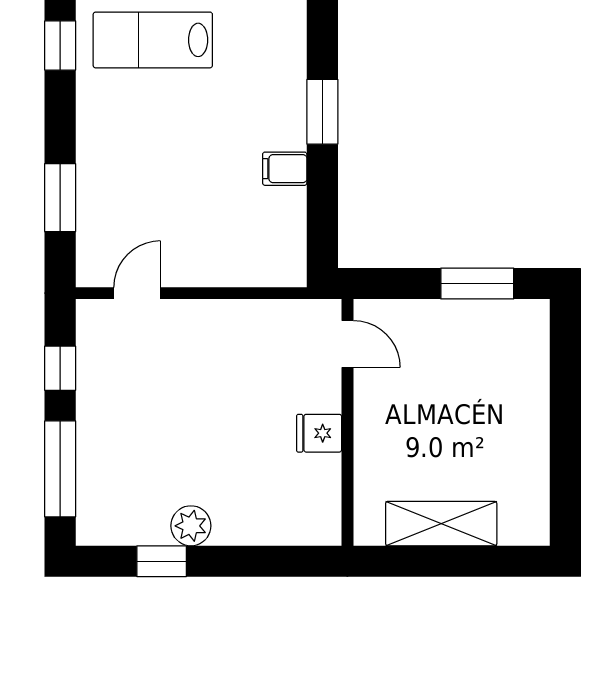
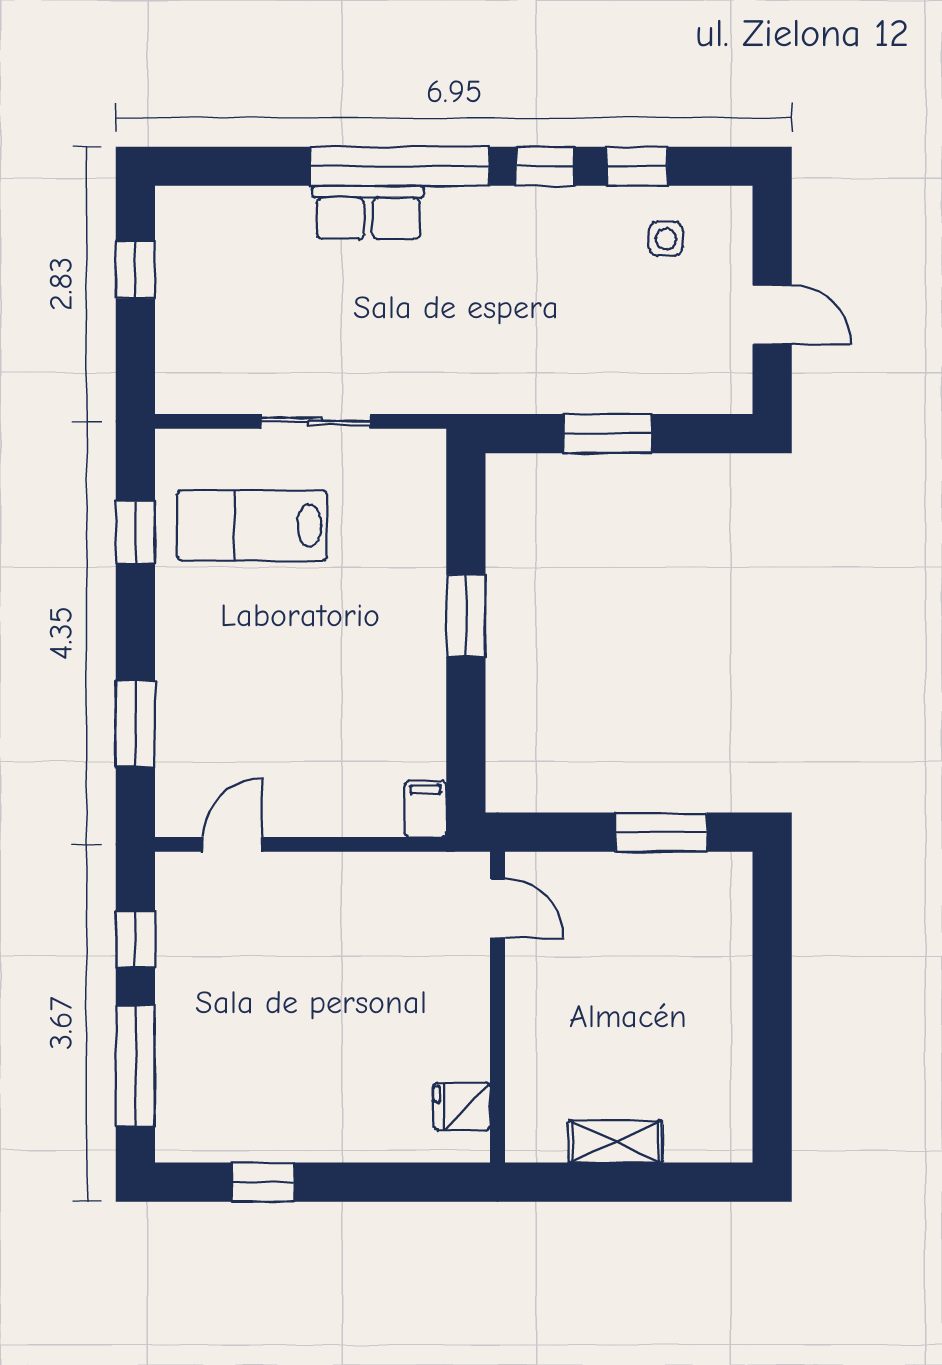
filing cabinet: (285, 169) -> (425, 809), moved, turned 90
fridge: (319, 433) -> (462, 1106), moved
shelving: (441, 524) -> (616, 1142), width x0.67, depth x0.75
plant: (191, 526) -> (300, 1137), removed

